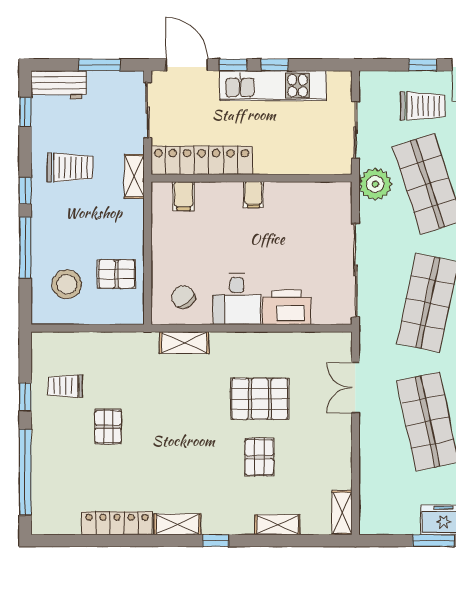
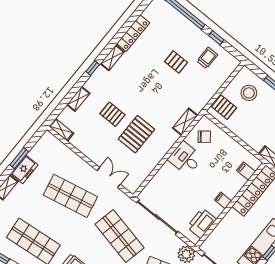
pallet: (116, 274) -> (224, 107), moved, turned 90
printer: (286, 308) -> (202, 223), moved, turned 180

